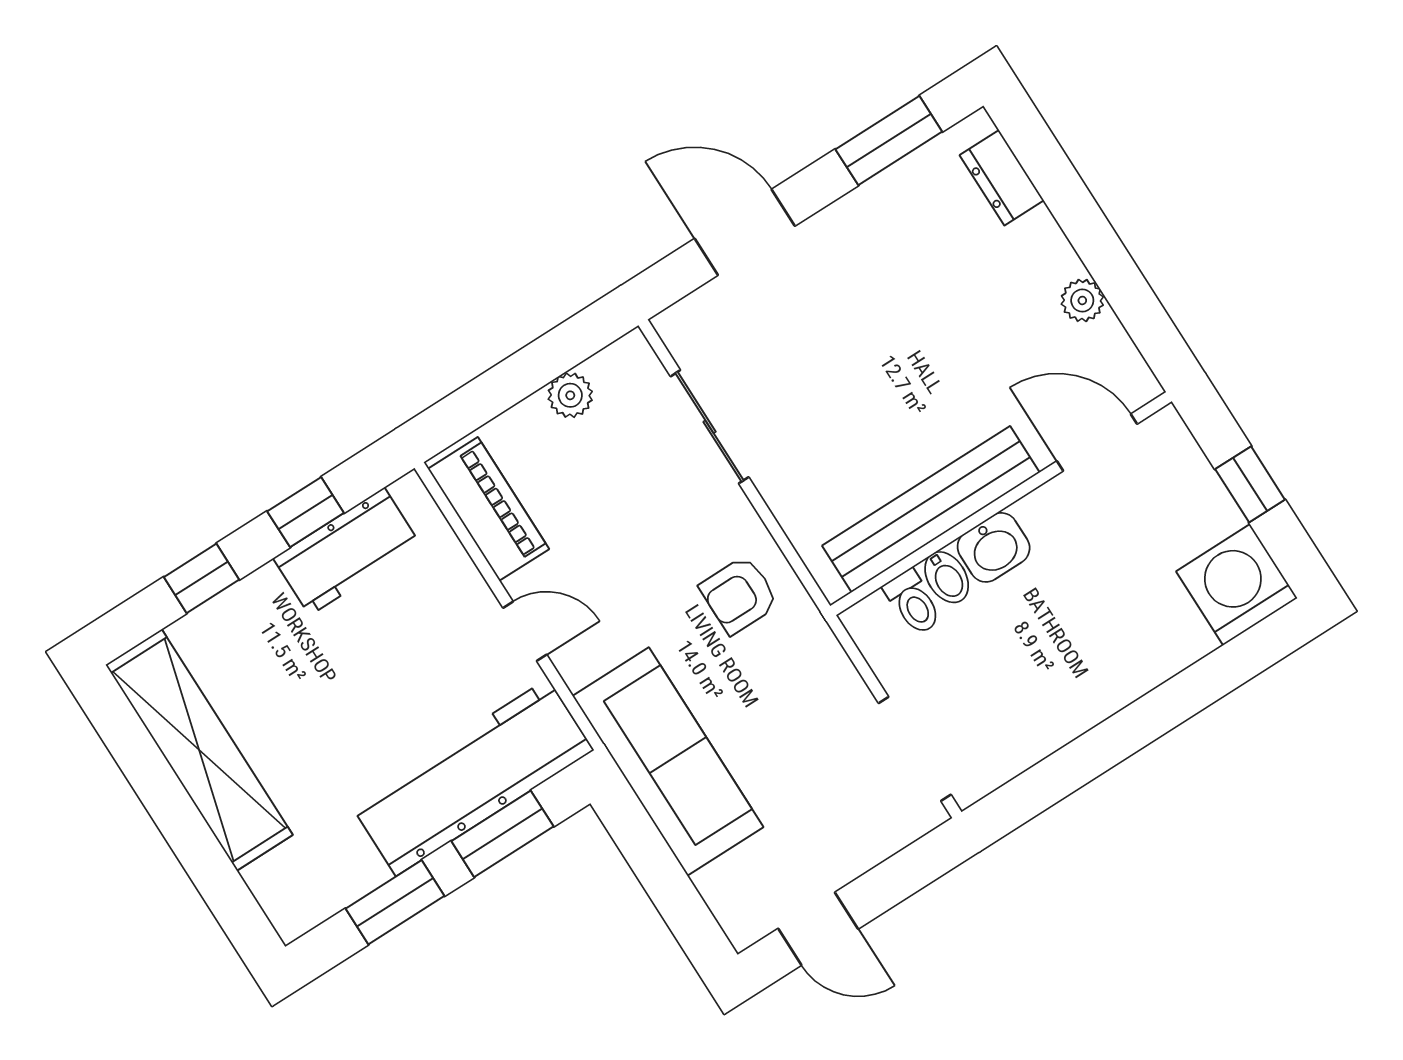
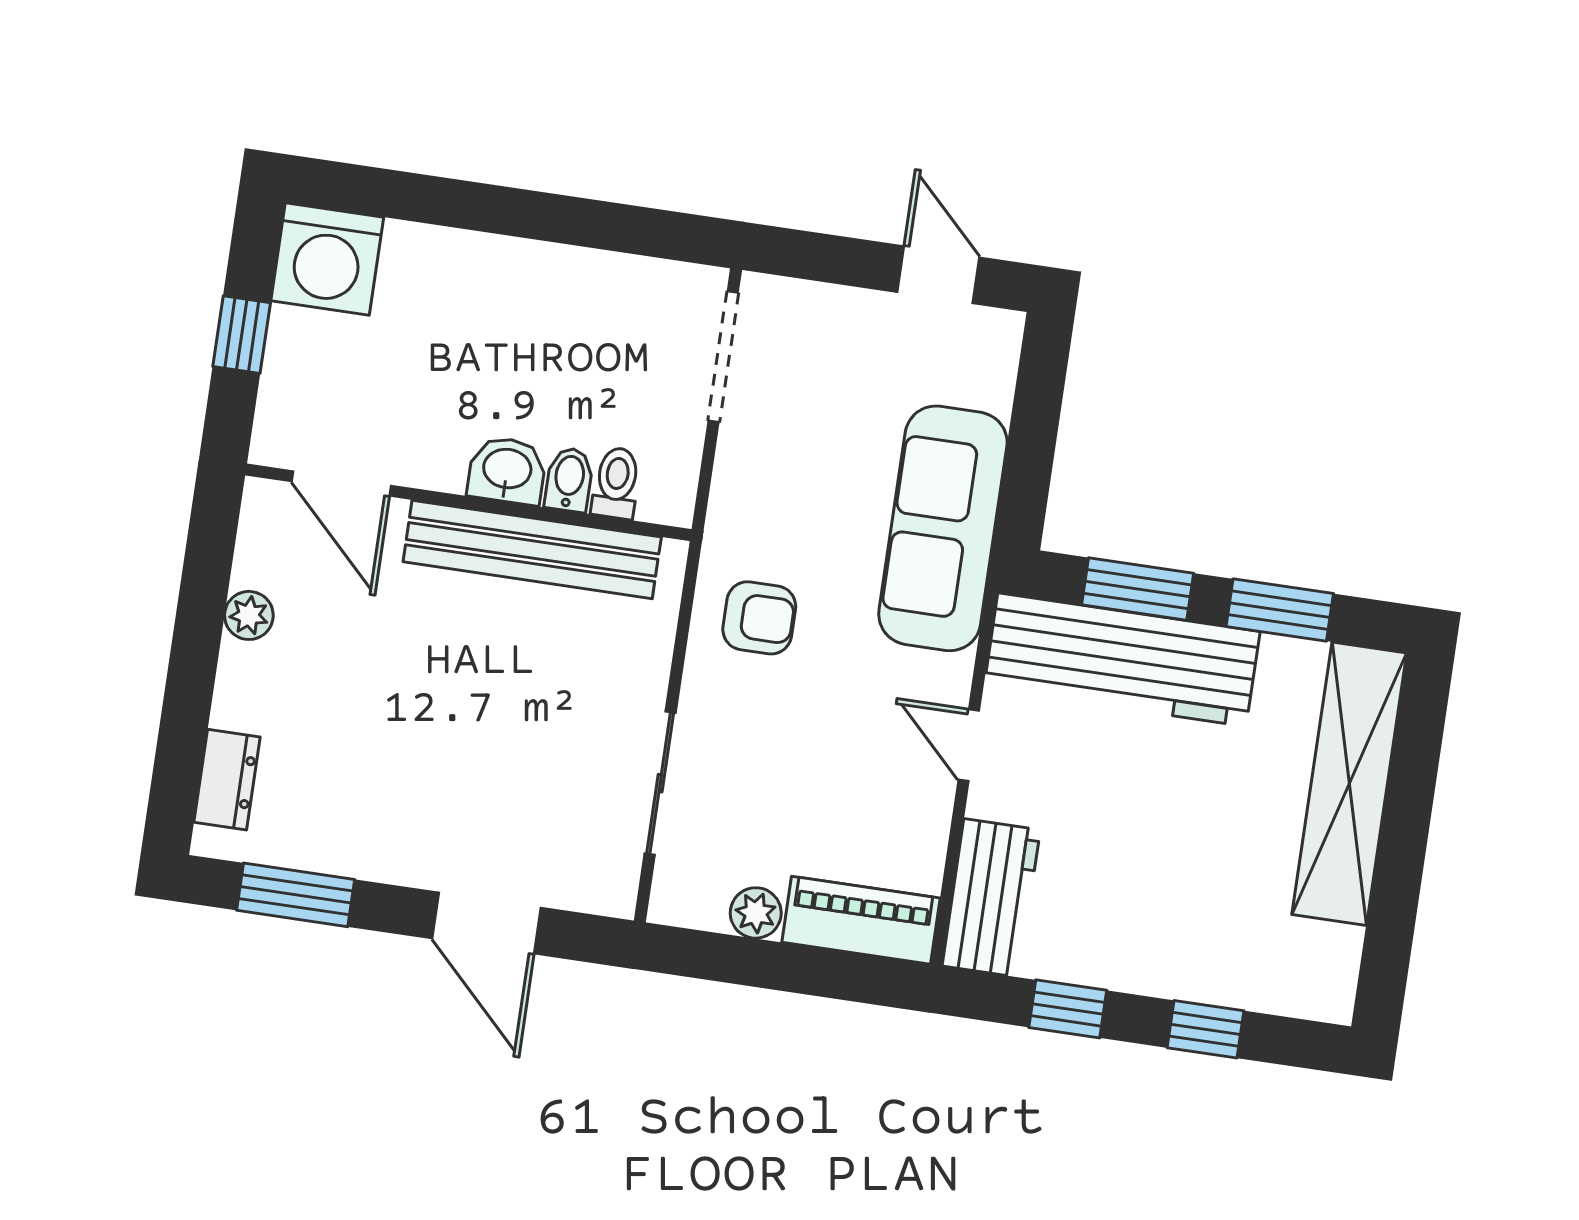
piano: (489, 509) -> (861, 920), moved, turned 90
workbench: (347, 551) -> (991, 898), moved, turned 90
shelving: (199, 750) -> (1349, 784), moved

